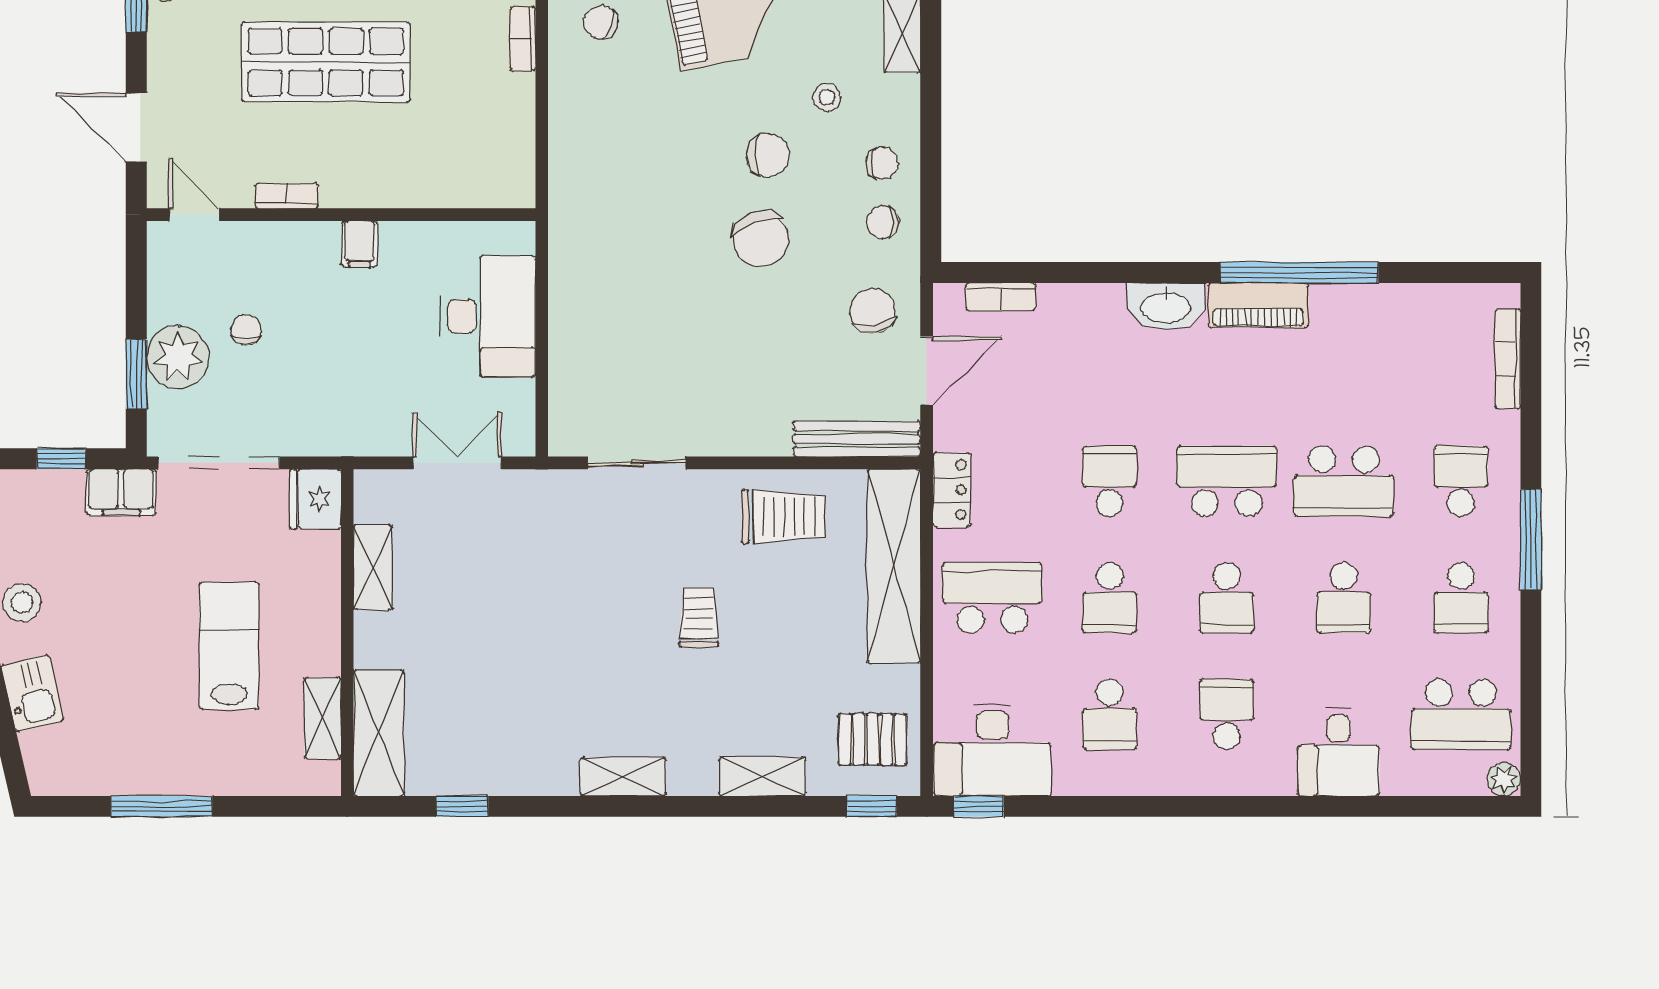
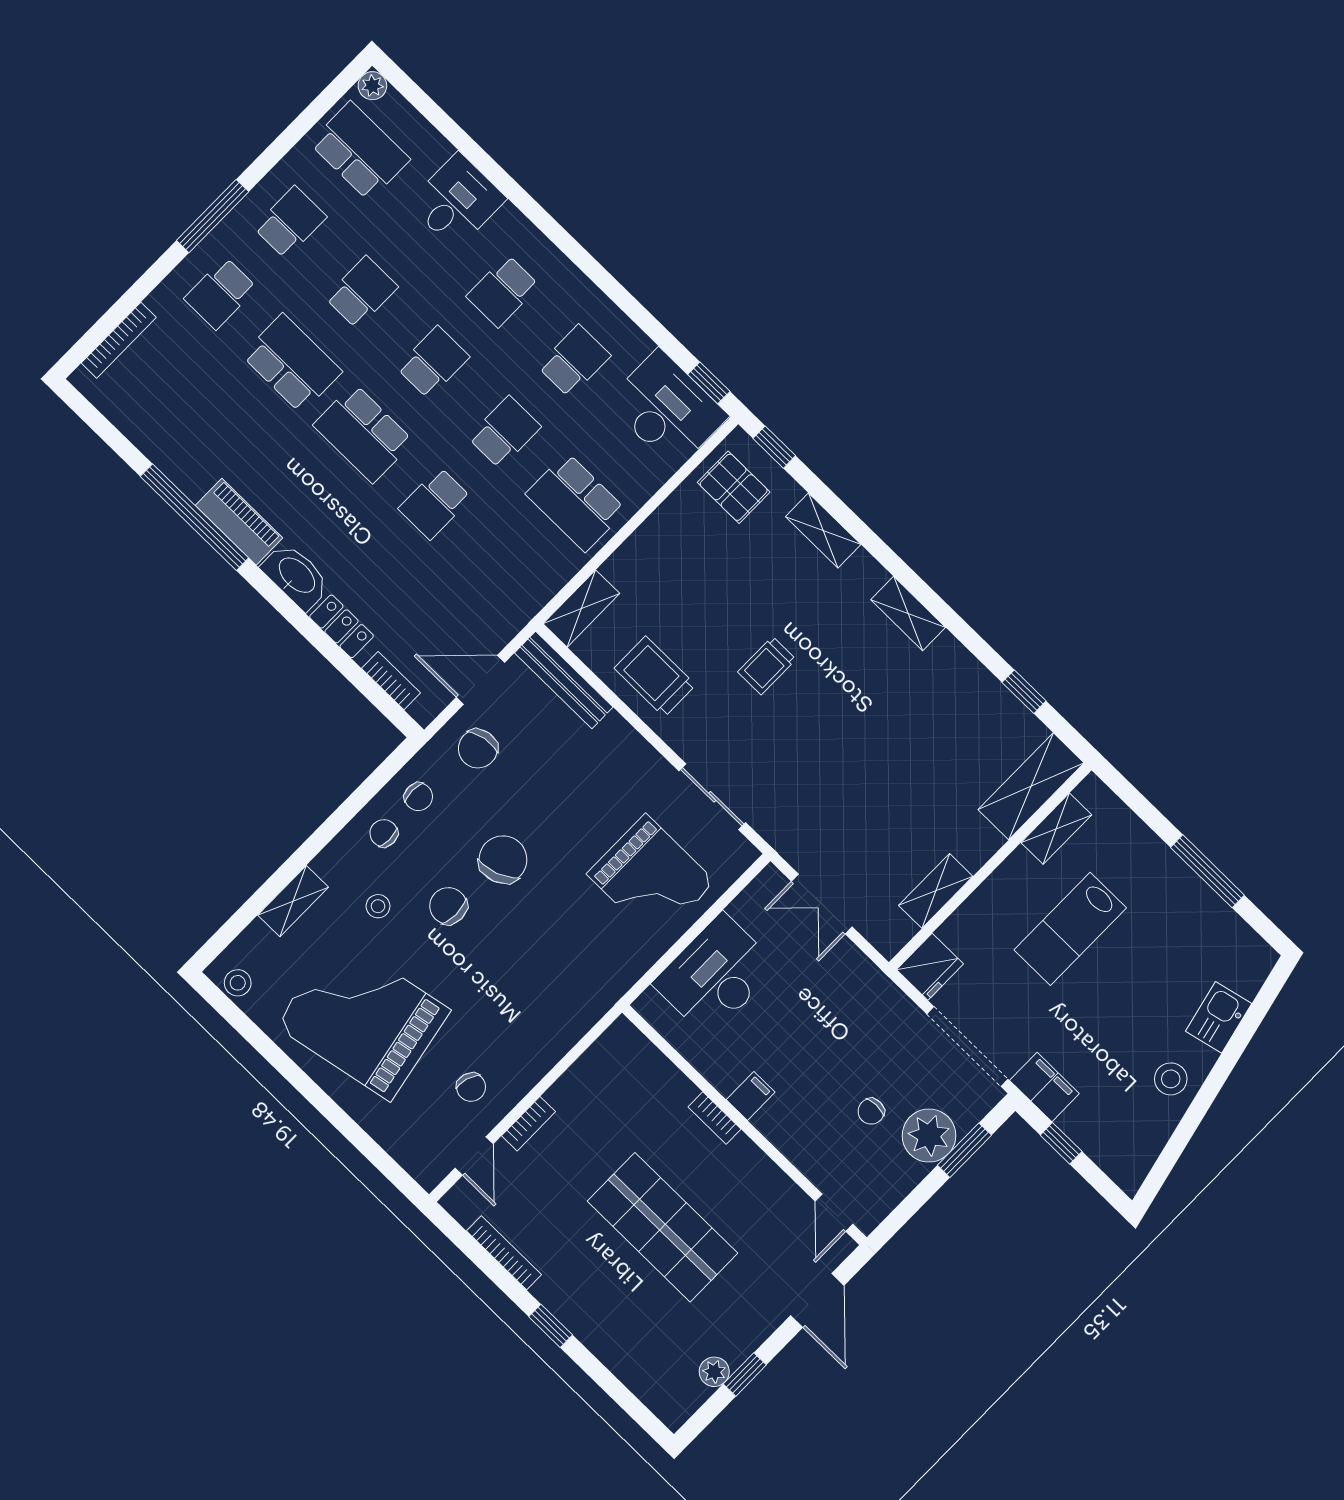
bookcase: (287, 196) -> (714, 1118), moved
grand piano: (622, 345) -> (651, 878), added
locker: (952, 490) -> (341, 626), moved, turned 90
shelving: (894, 566) -> (581, 609), width x0.45, depth x0.75

